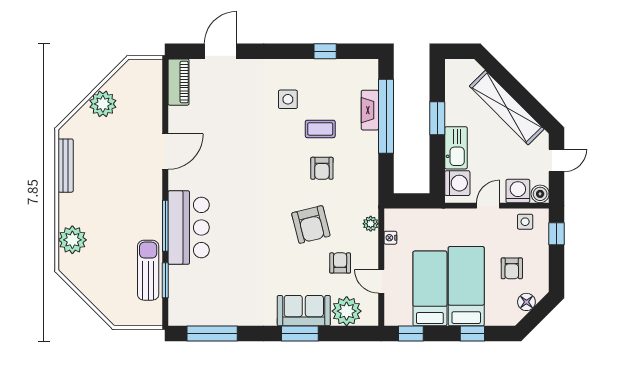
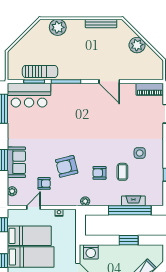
kitchen sink: (456, 148) -> (111, 251), removed
plant: (371, 224) -> (85, 201), moved
bar counter: (189, 228) -> (29, 95), moved
plant: (347, 311) -> (12, 191), width x0.53, depth x0.53

